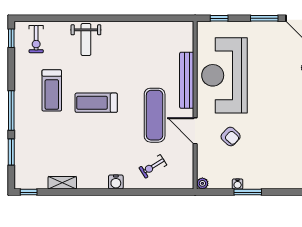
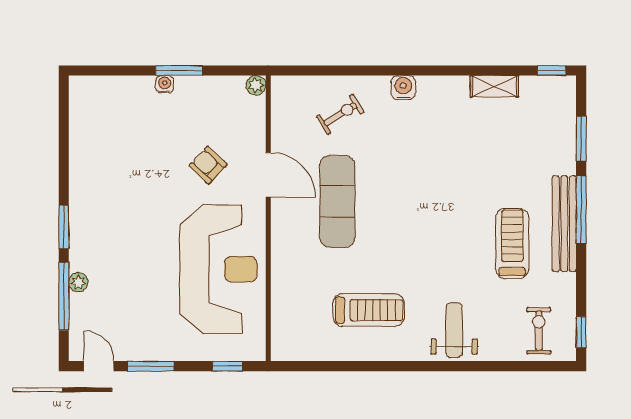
bench: (187, 80) -> (564, 224), moved
treadmill: (96, 103) -> (369, 310), moved
water cooler: (238, 184) -> (165, 84), moved

